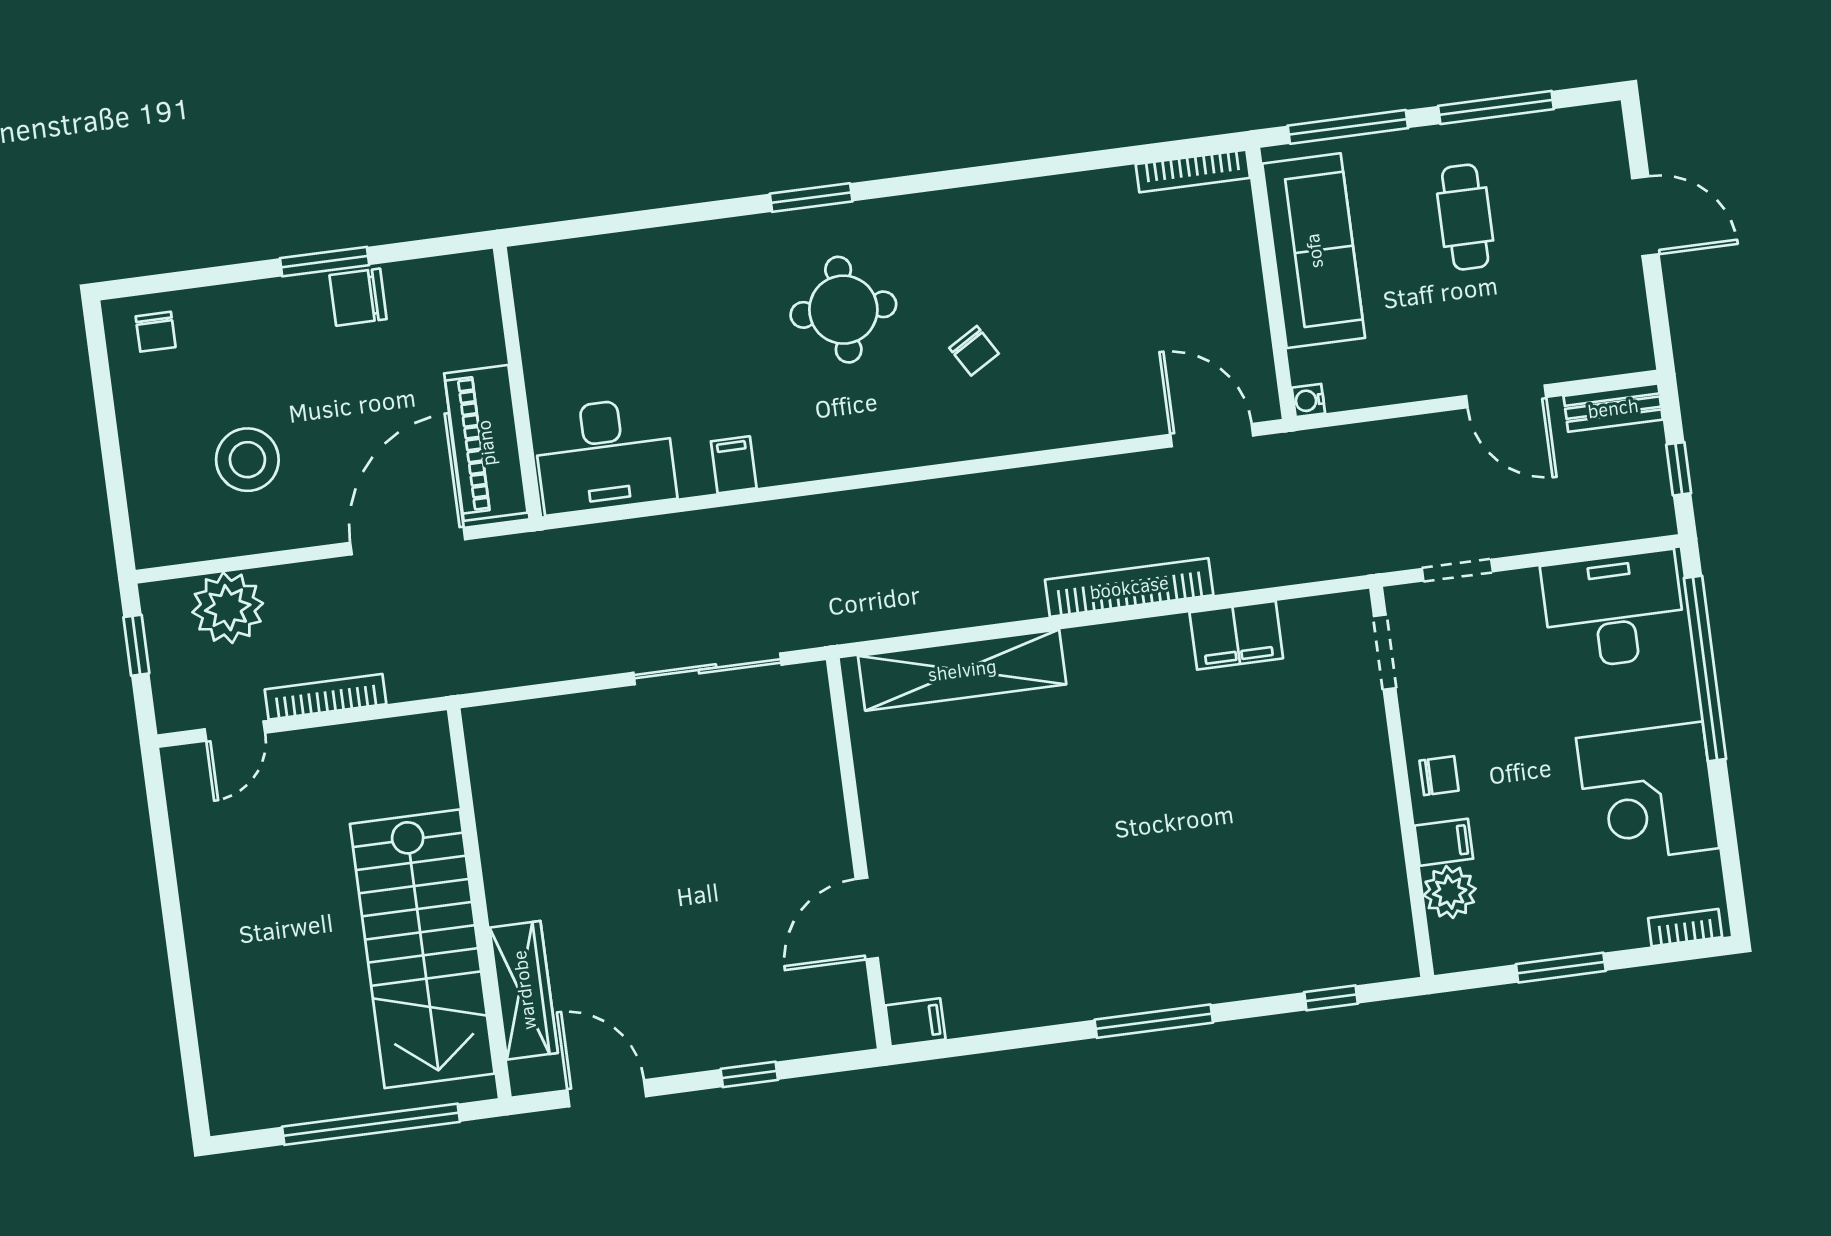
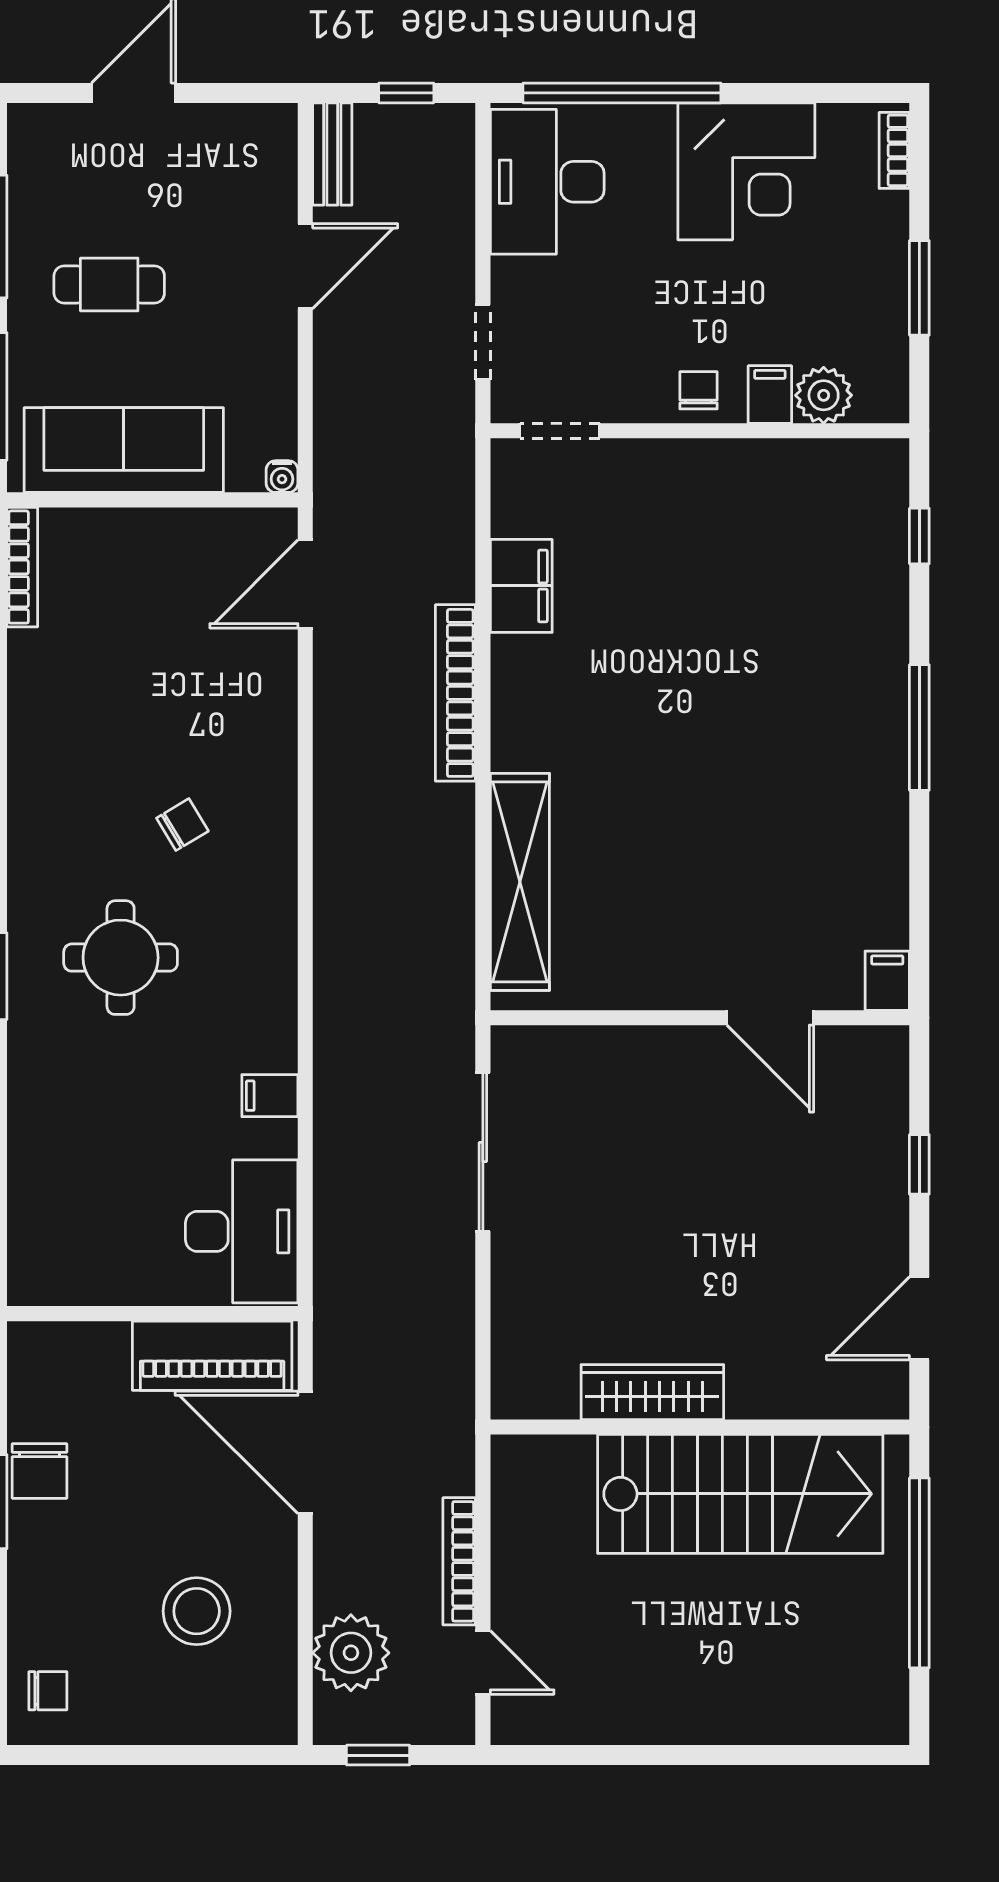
wardrobe: (524, 990) -> (652, 1392), moved

